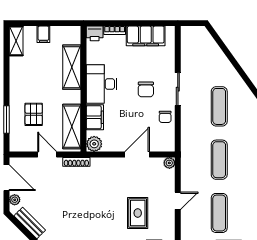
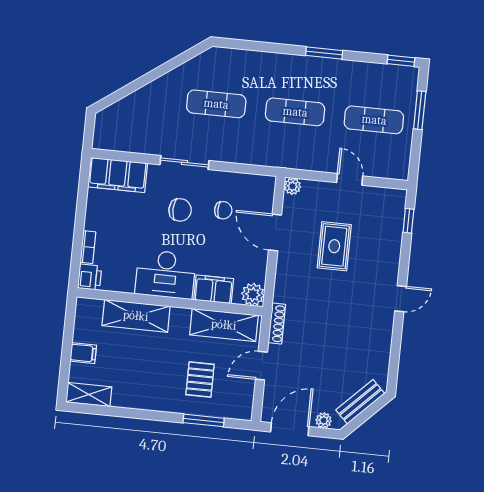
filing cabinet: (146, 36) -> (118, 175), moved, turned 90
pallet: (34, 114) -> (200, 379), turned 90
chair: (165, 117) -> (223, 210), moved
rug: (138, 213) -> (334, 246), moved, turned 90

